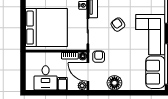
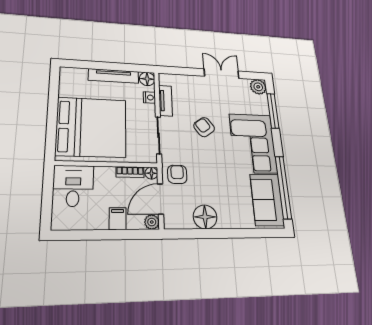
door: (88, 72) -> (161, 199), hinge flipped
desk: (46, 78) -> (73, 186), moved, turned 180

